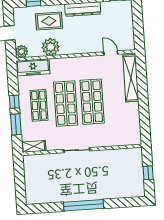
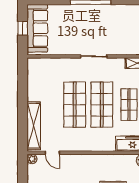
plant: (51, 47) -> (32, 159), moved, width x0.53, depth x0.53
sofa: (134, 174) -> (37, 28), added

